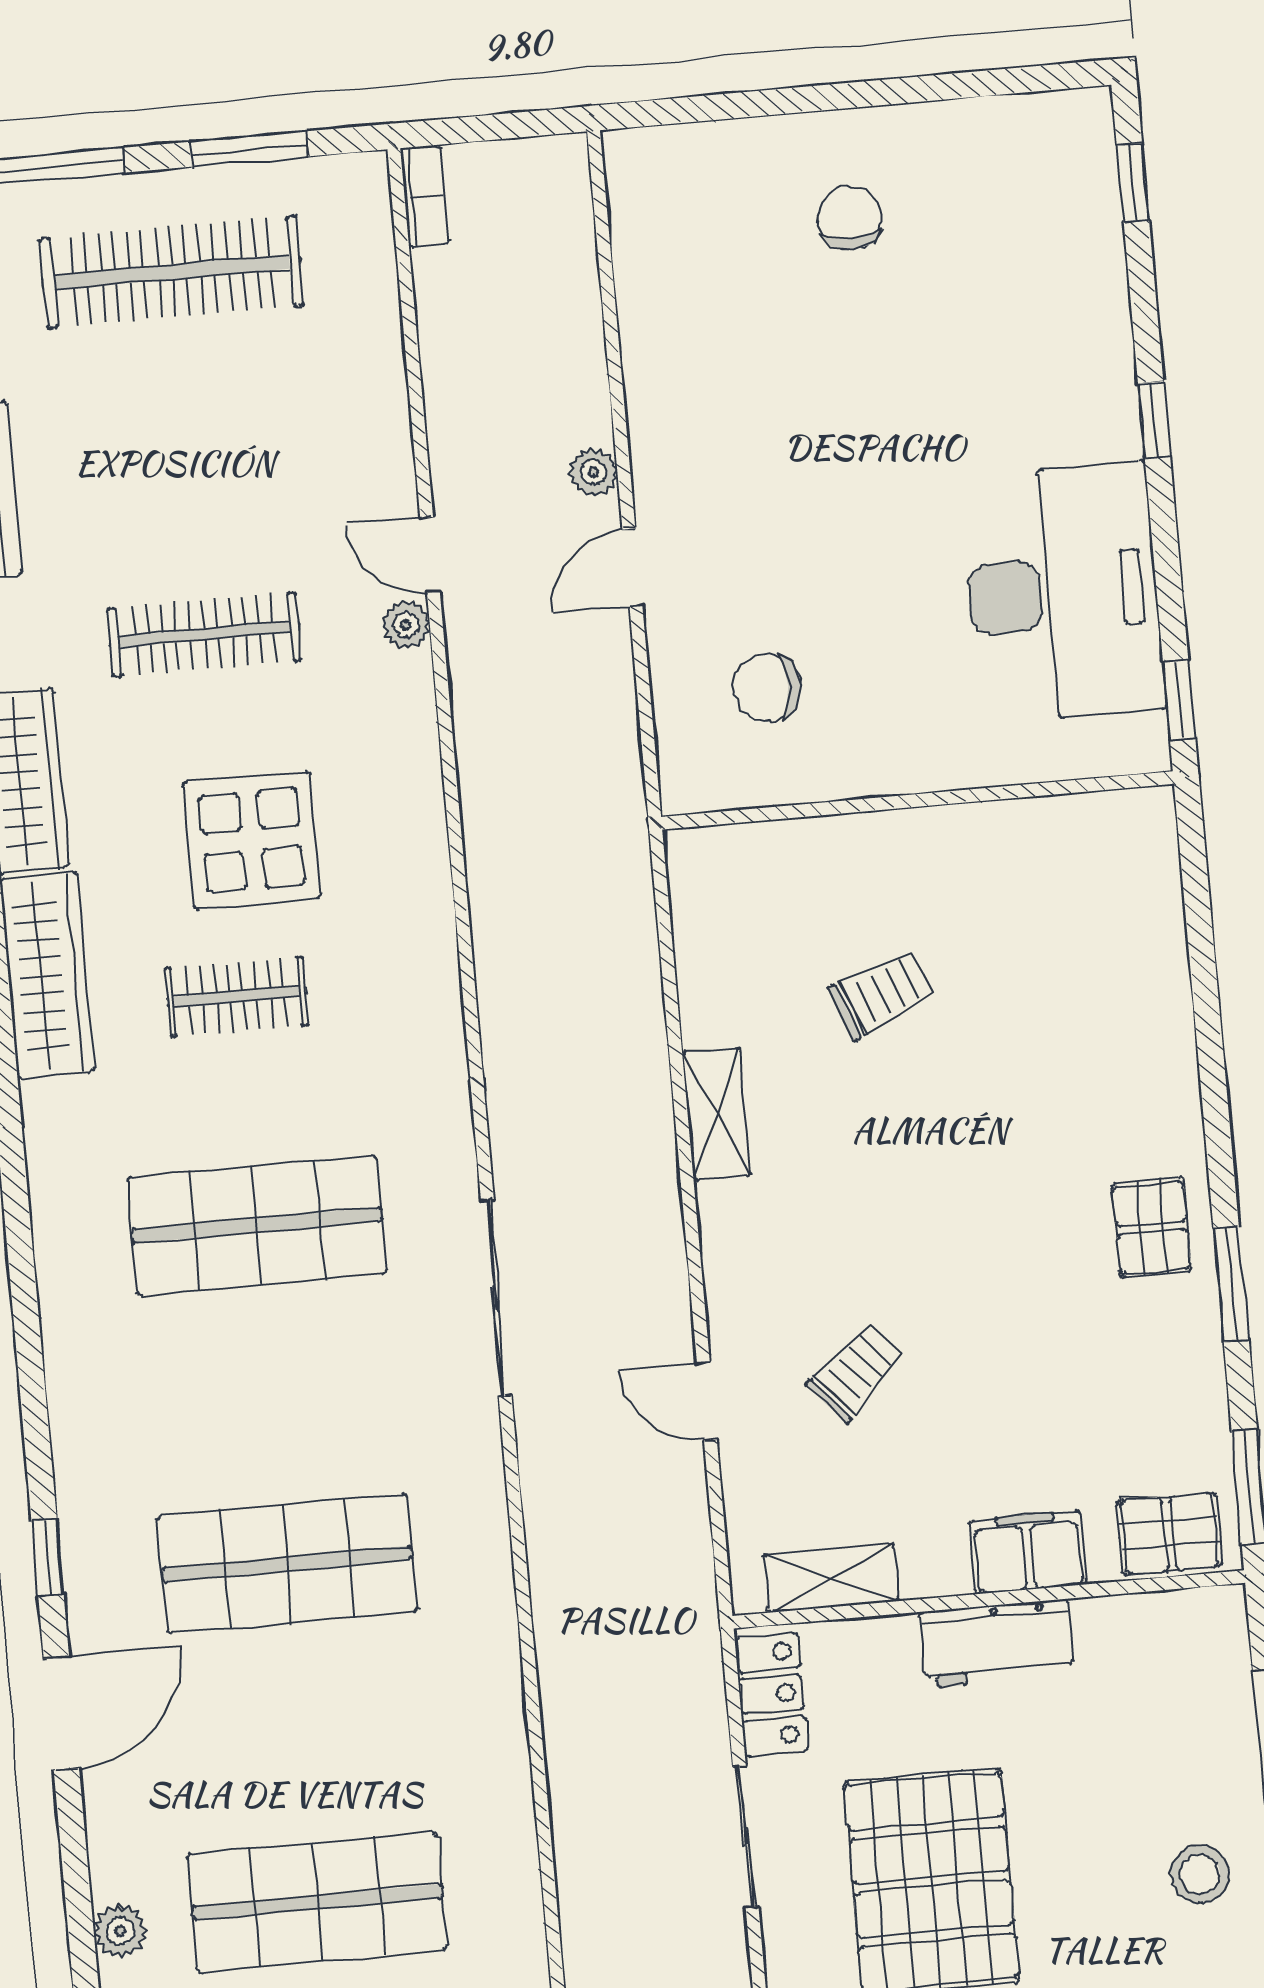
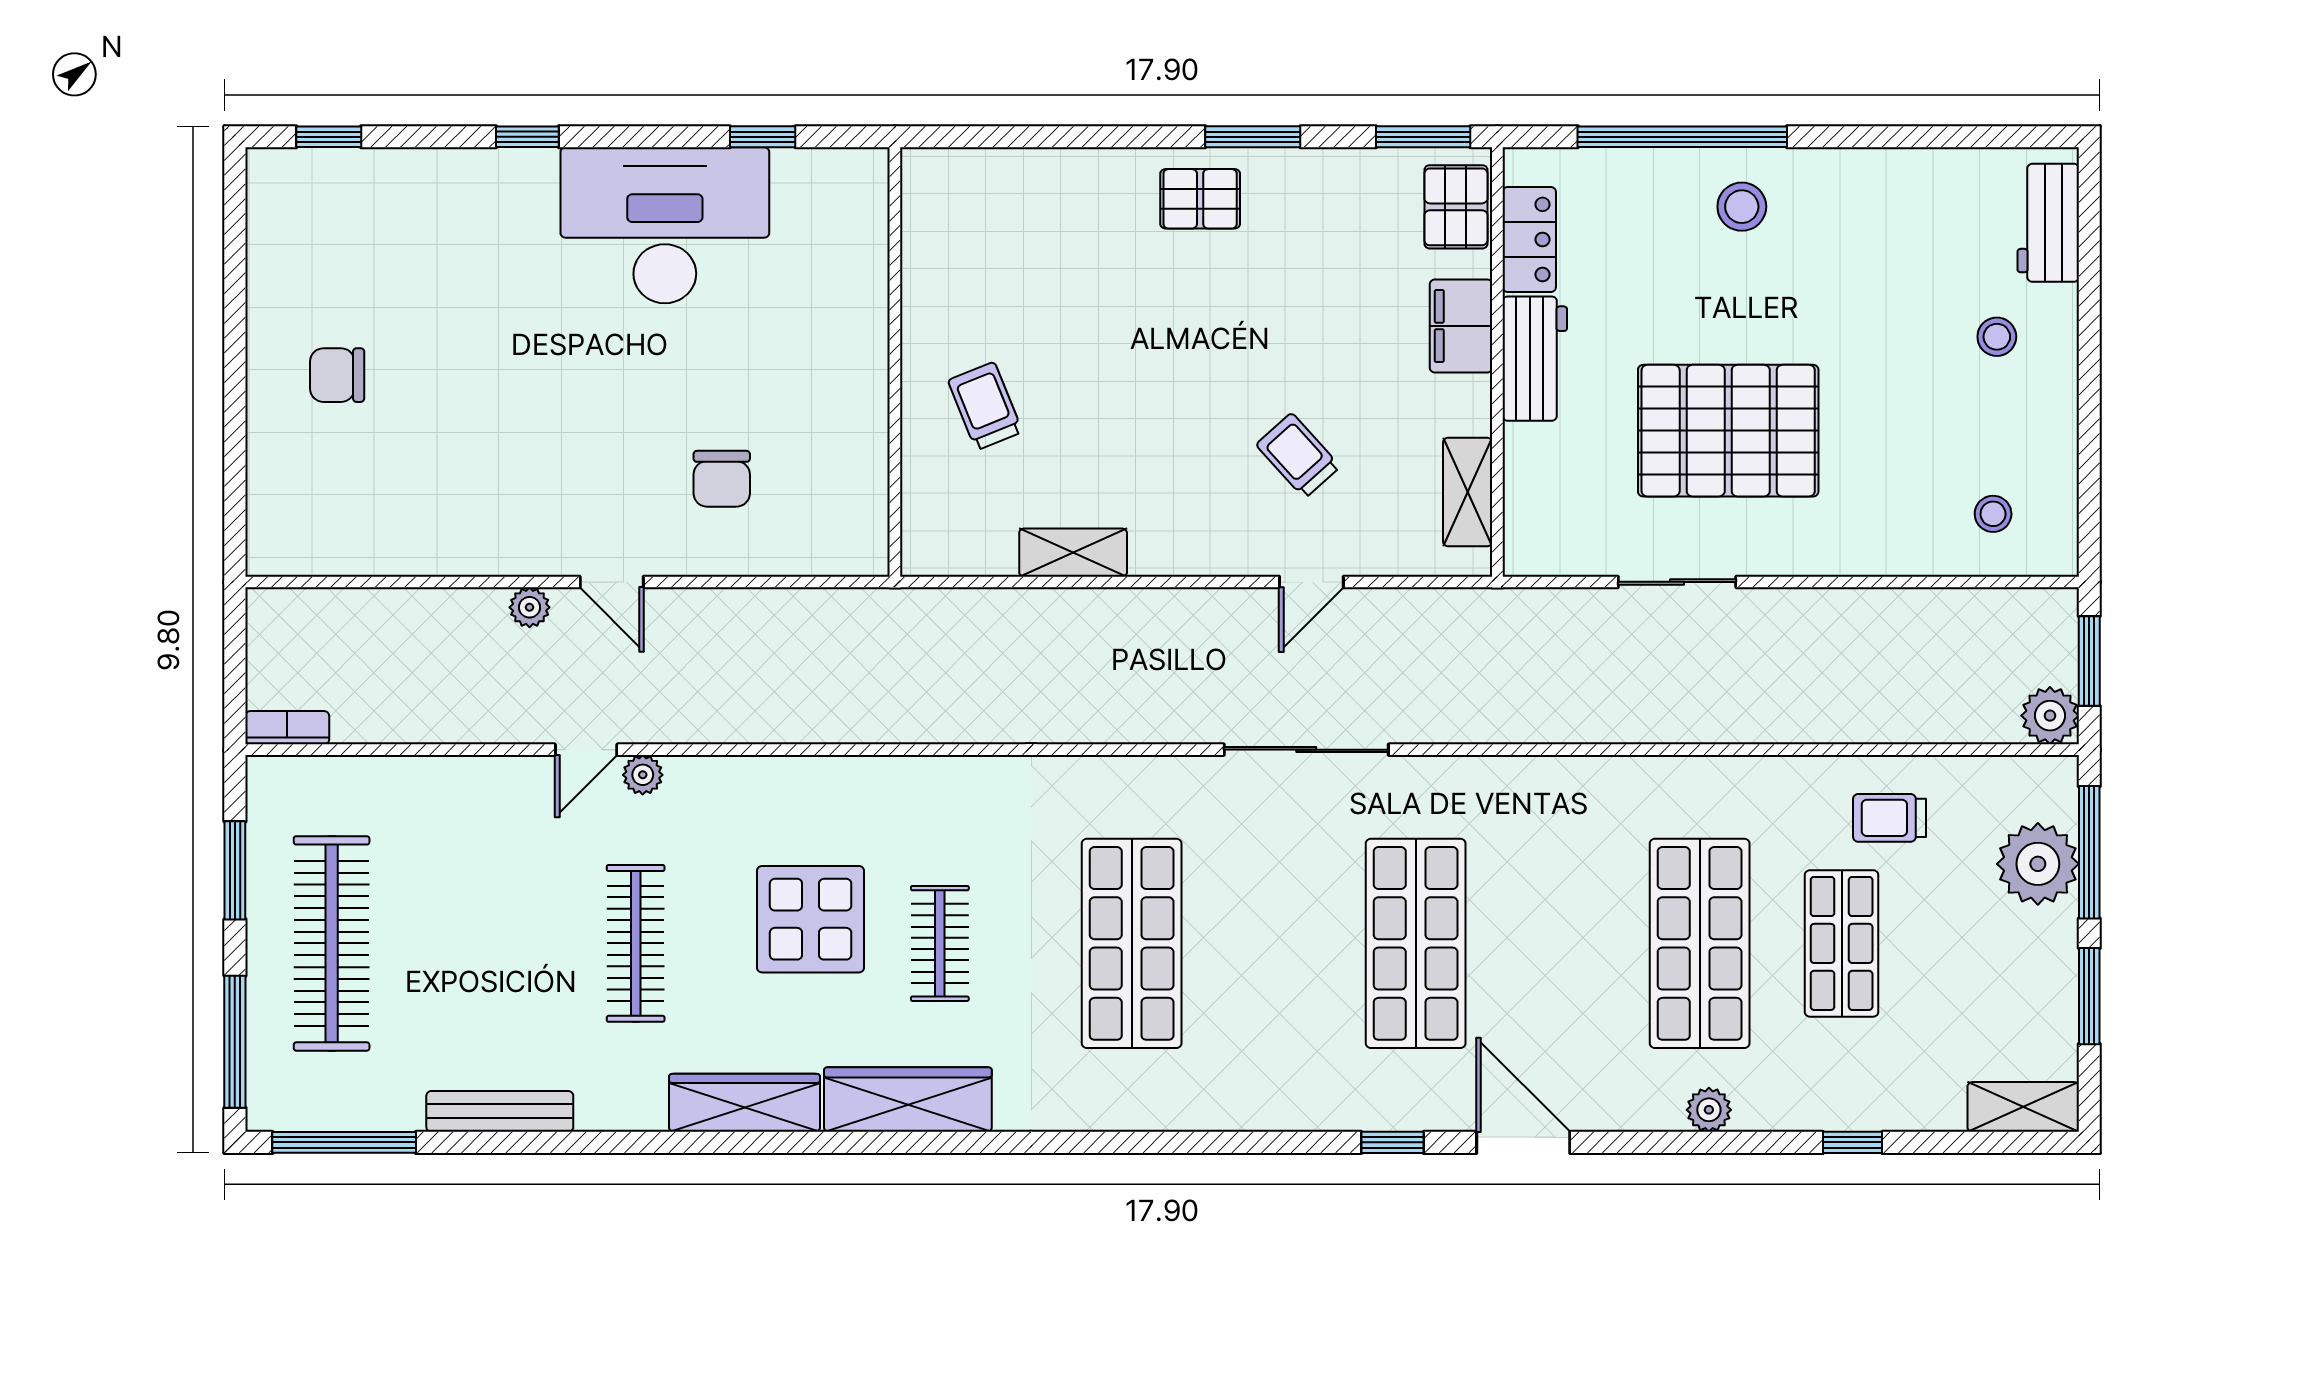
wall: (917, 800) -> (895, 362), moved
sliding door: (496, 1298) -> (1306, 750), moved
locker: (771, 1694) -> (1529, 239), moved, turned 90

